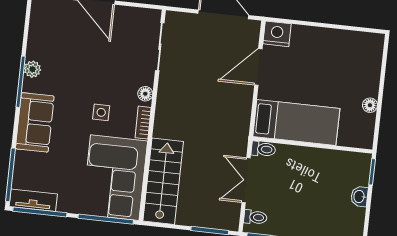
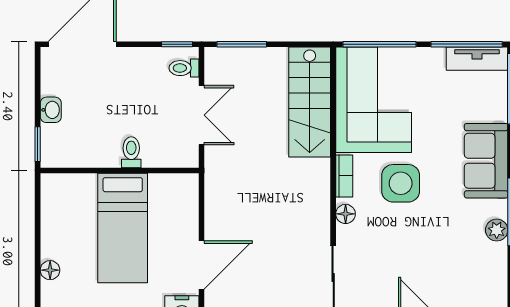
floor lamp: (370, 105) -> (50, 270), moved
side table: (101, 112) -> (401, 183), width x1.87, depth x1.87
bed: (296, 122) -> (123, 228), moved, turned -90
toilet: (263, 149) -> (131, 152), moved, turned 90

